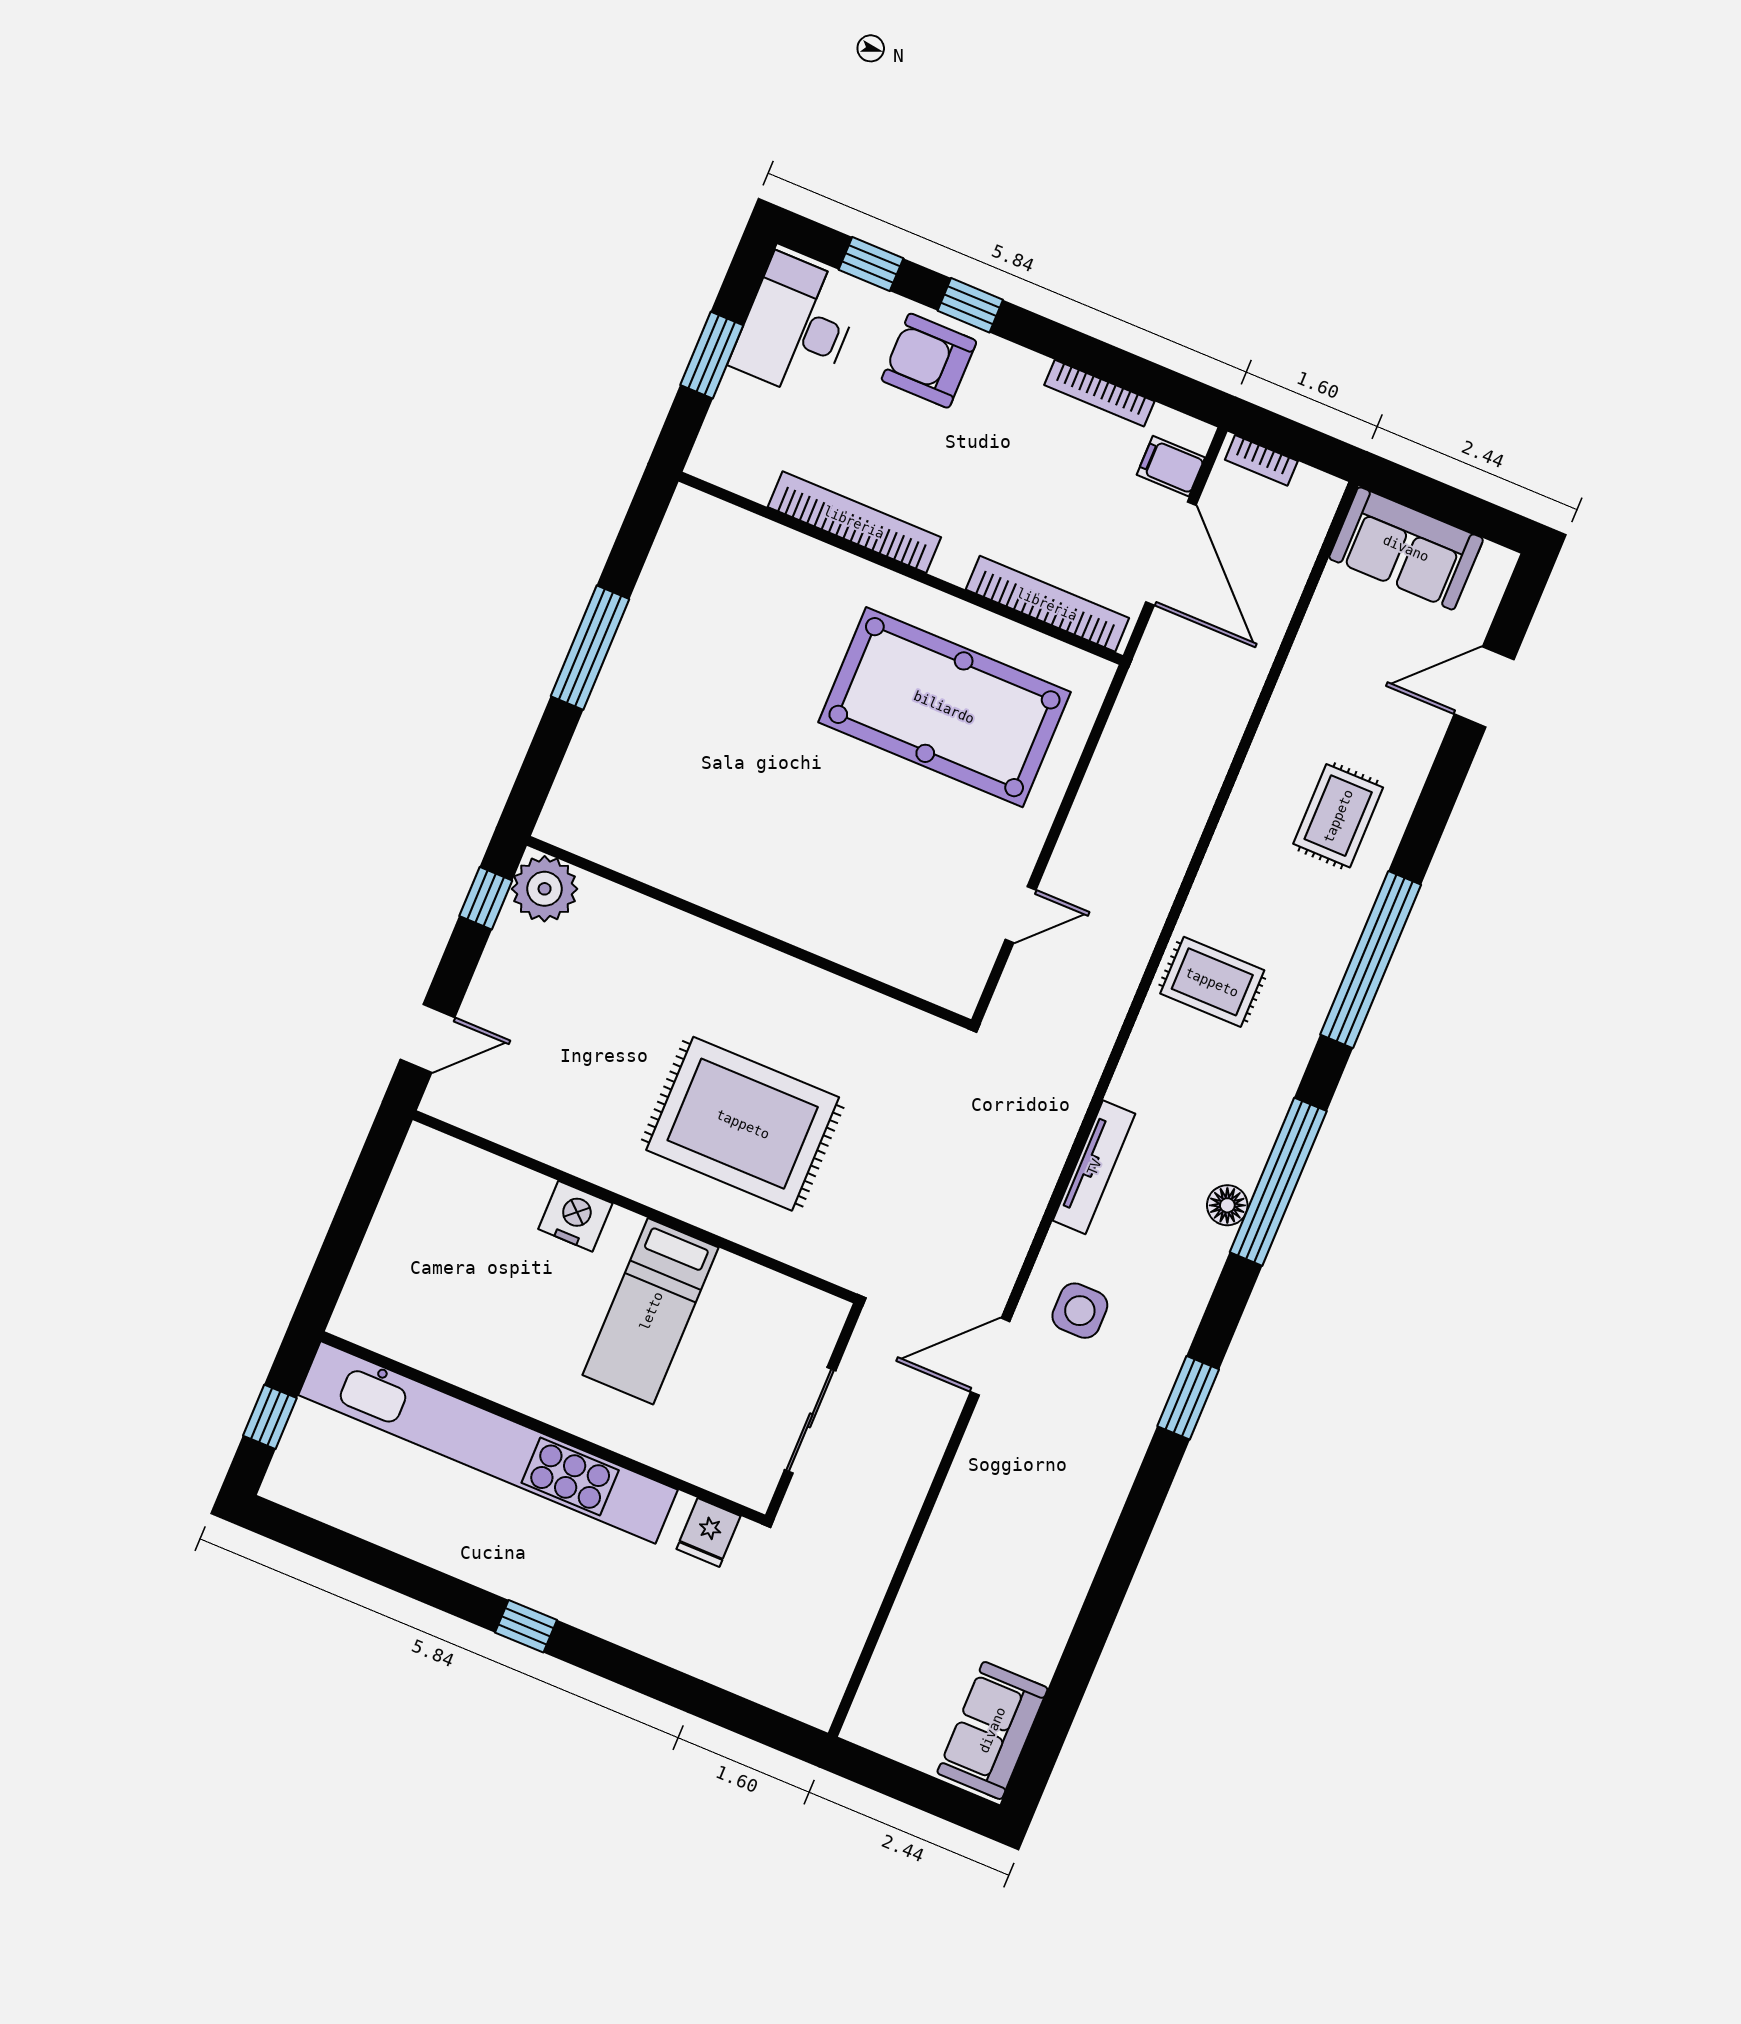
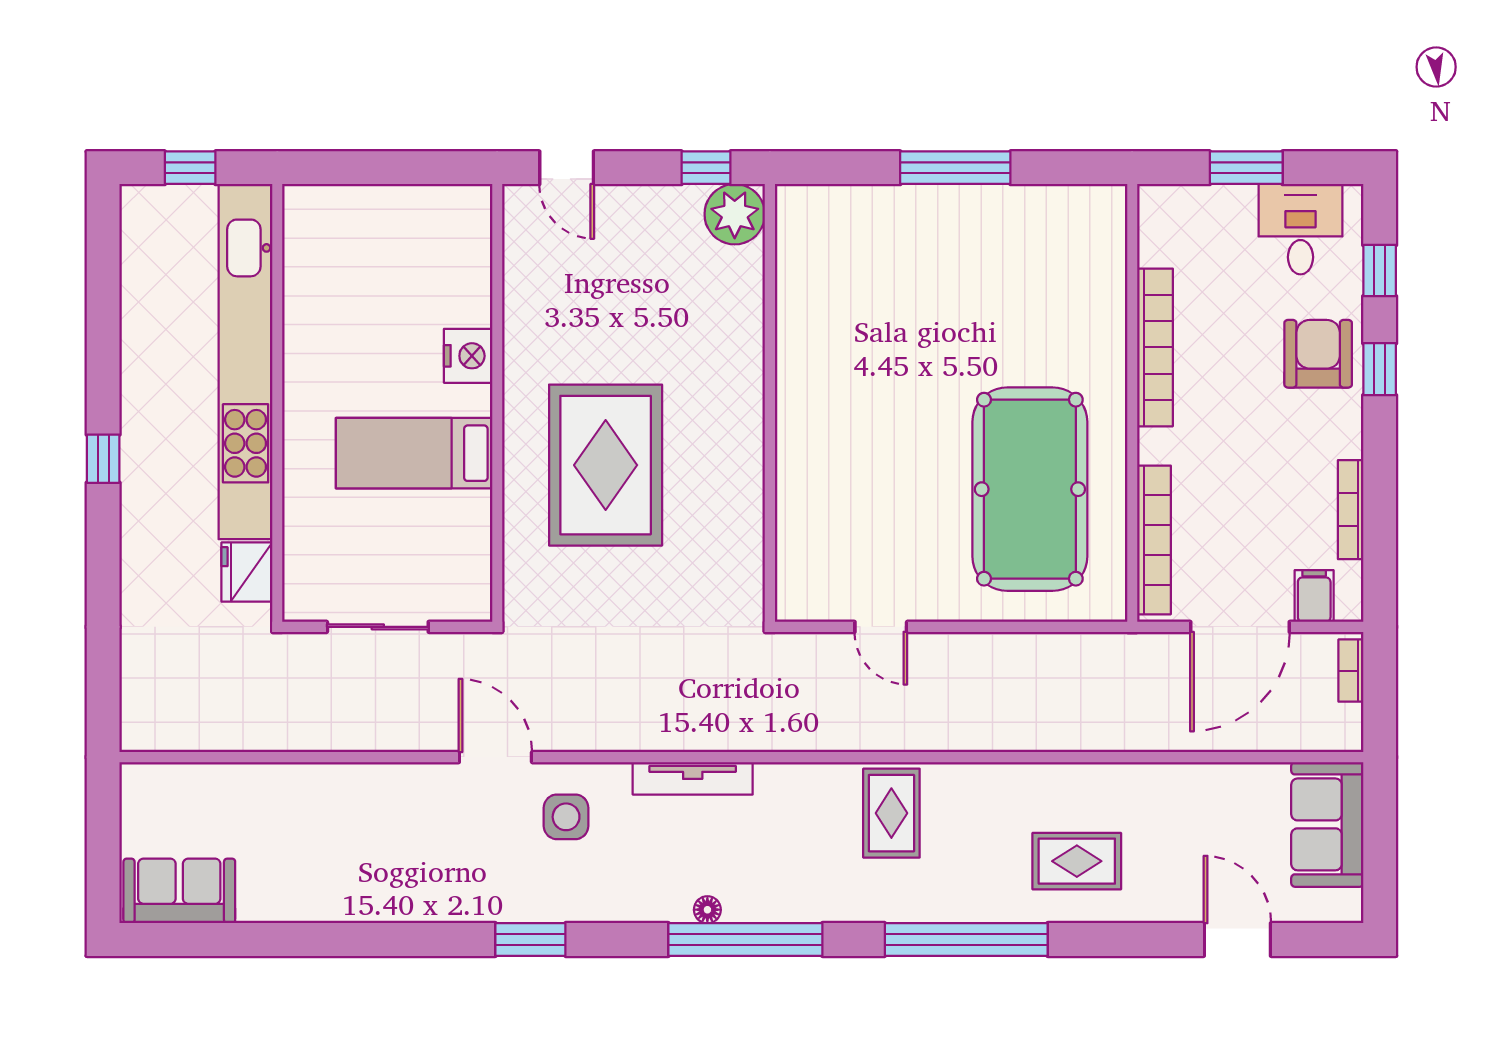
desk: (796, 326) -> (1301, 229), width x0.73
floor lamp: (1227, 1205) -> (707, 910), width x0.73, depth x0.73
fridge: (708, 1532) -> (247, 572), width x1.38

